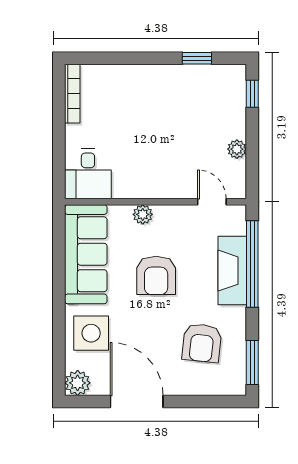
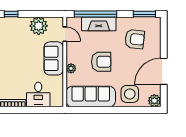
plant: (237, 149) -> (39, 26), width x1.88, depth x1.88
desk: (88, 174) -> (38, 95), moved, turned 90
sofa: (163, 179) -> (54, 58), added
door: (212, 202) -> (65, 34), swing flipped

